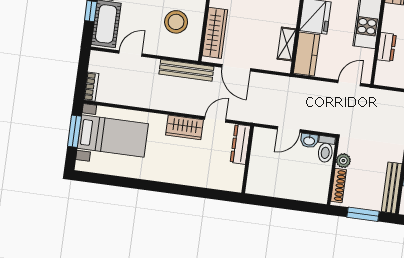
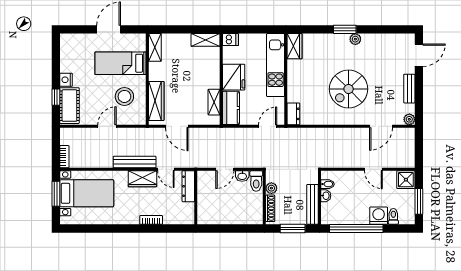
dresser: (387, 47) -> (293, 114), moved
door: (130, 53) -> (107, 126), moved
bench: (186, 70) -> (135, 162), moved
door: (215, 119) -> (166, 169), swing flipped
bookcase: (188, 180) -> (151, 220), added

